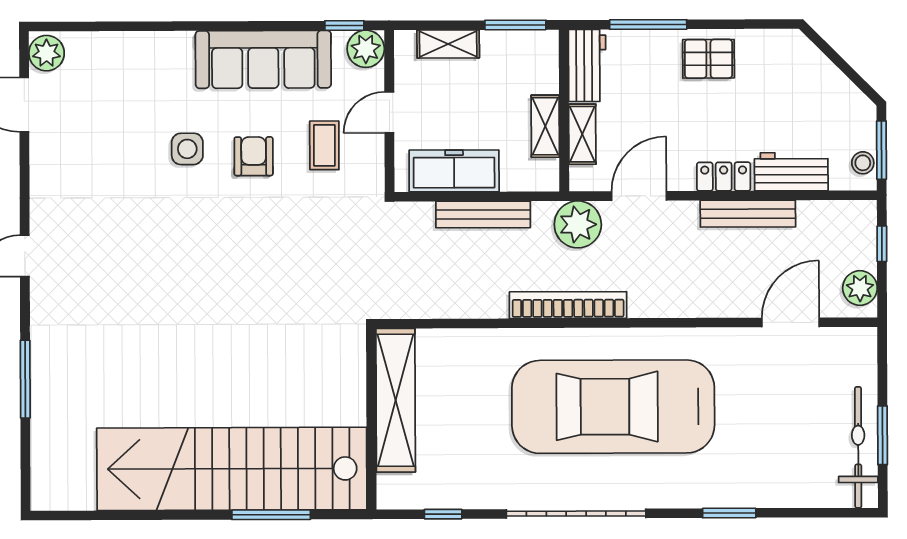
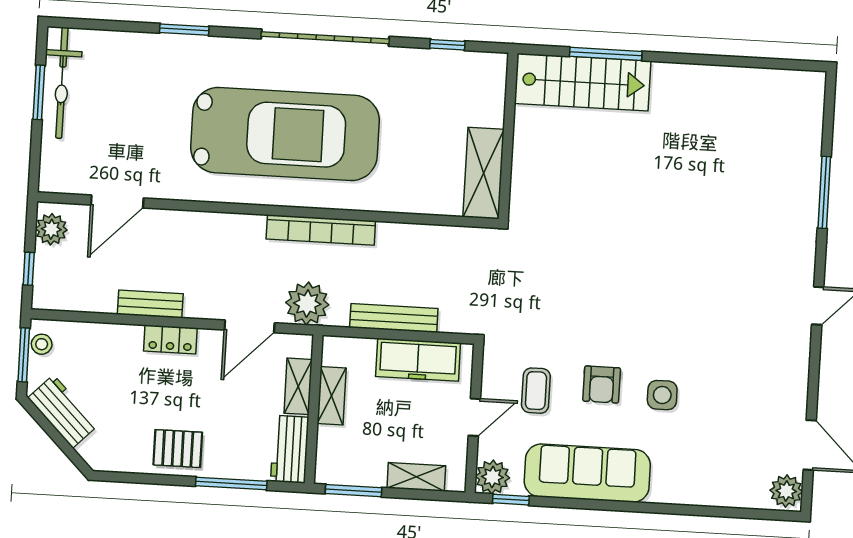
workbench: (791, 172) -> (63, 411), moved, turned -135
bench: (748, 214) -> (150, 304), width x0.73
shelving: (396, 400) -> (484, 173), width x0.68
stairs: (232, 469) -> (583, 82), width x0.54, depth x0.66

